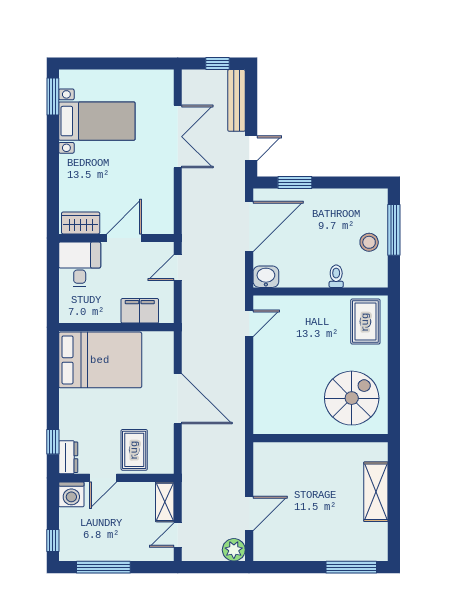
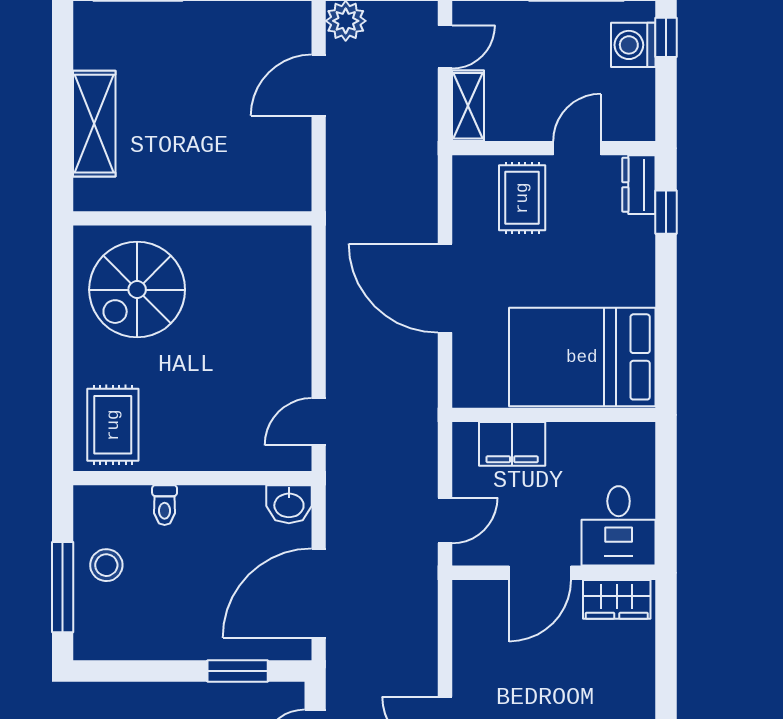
washing machine: (71, 494) -> (633, 45), moved, turned -90

